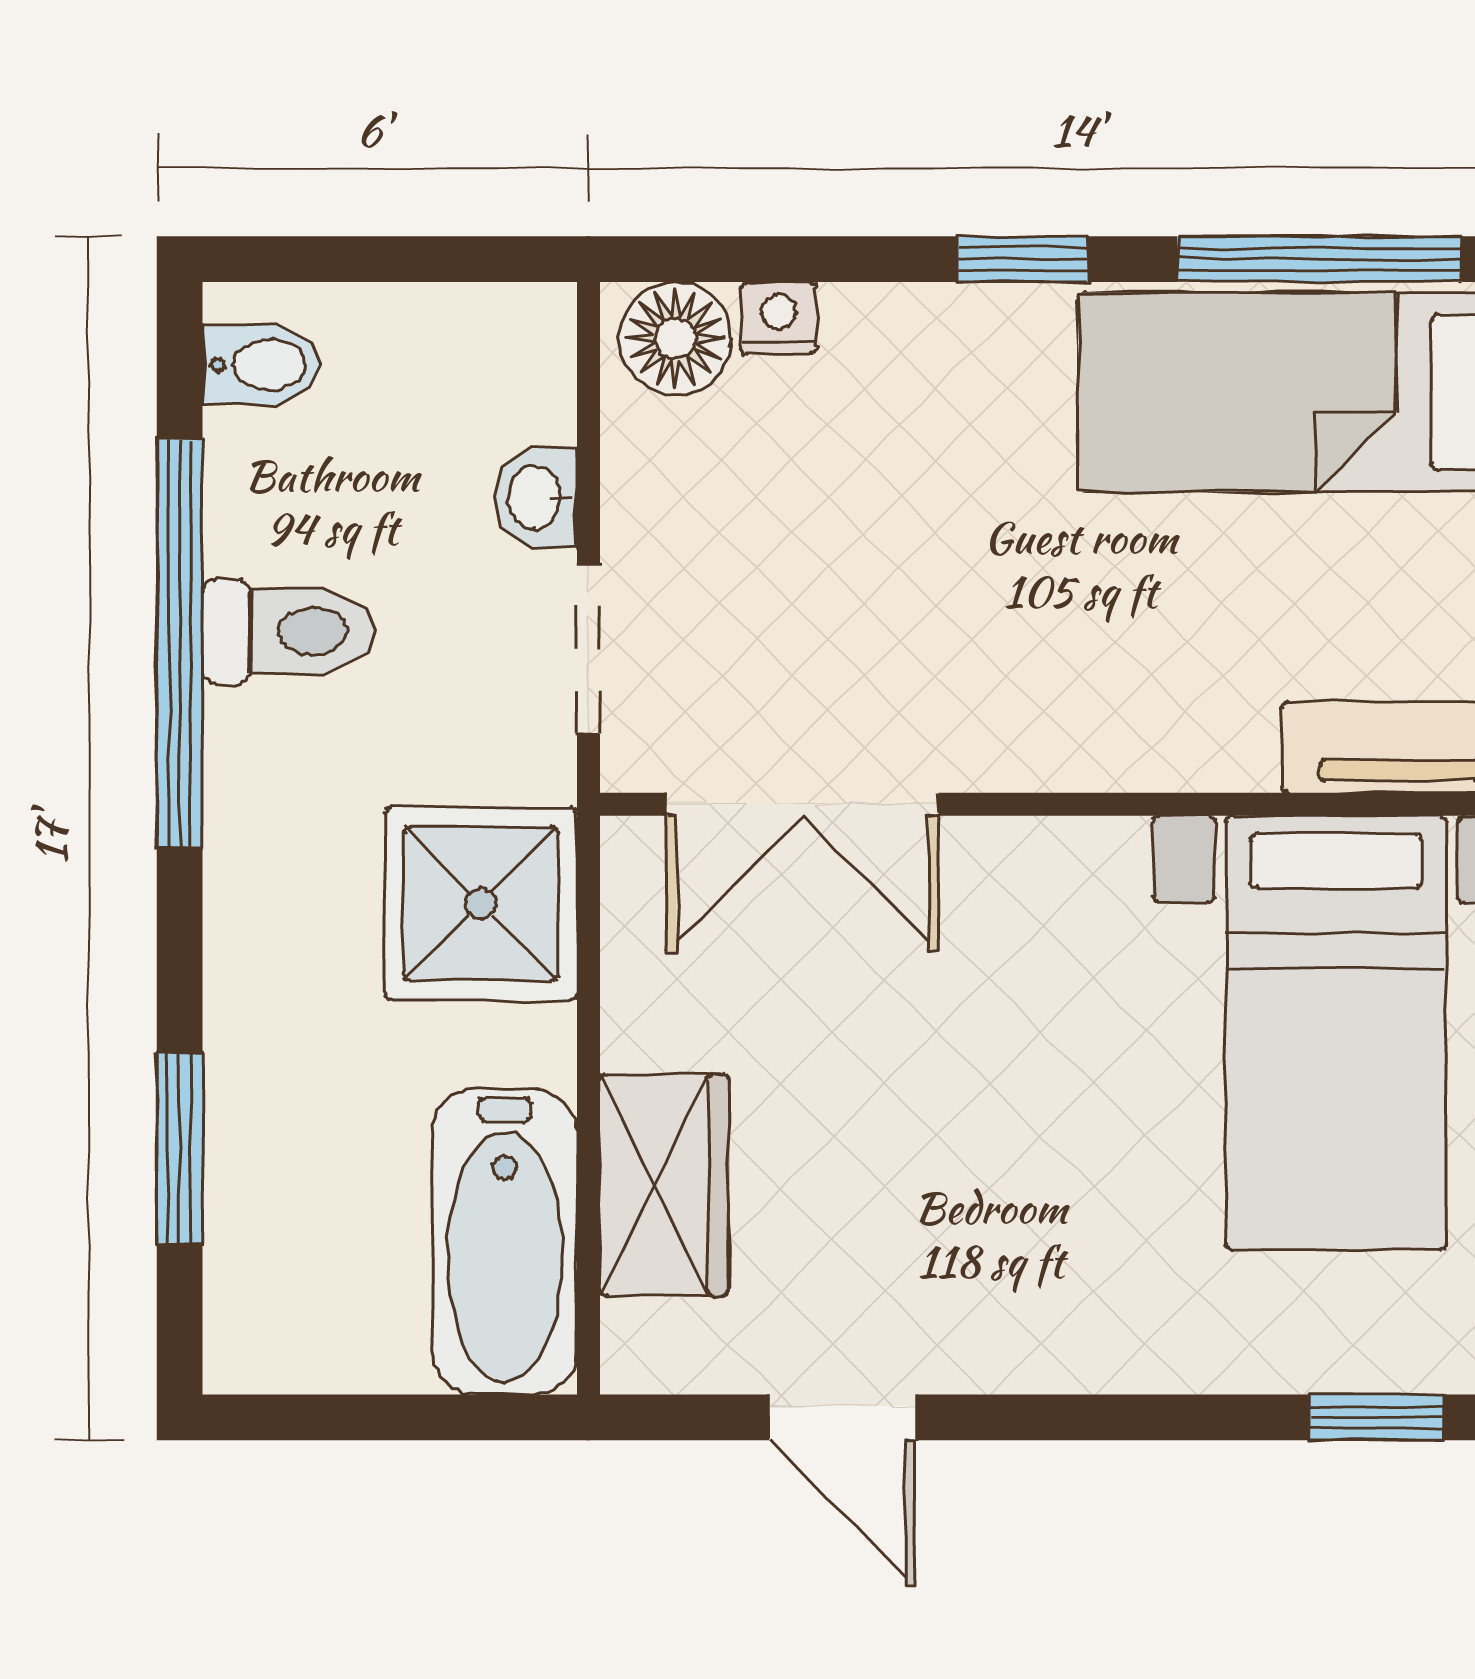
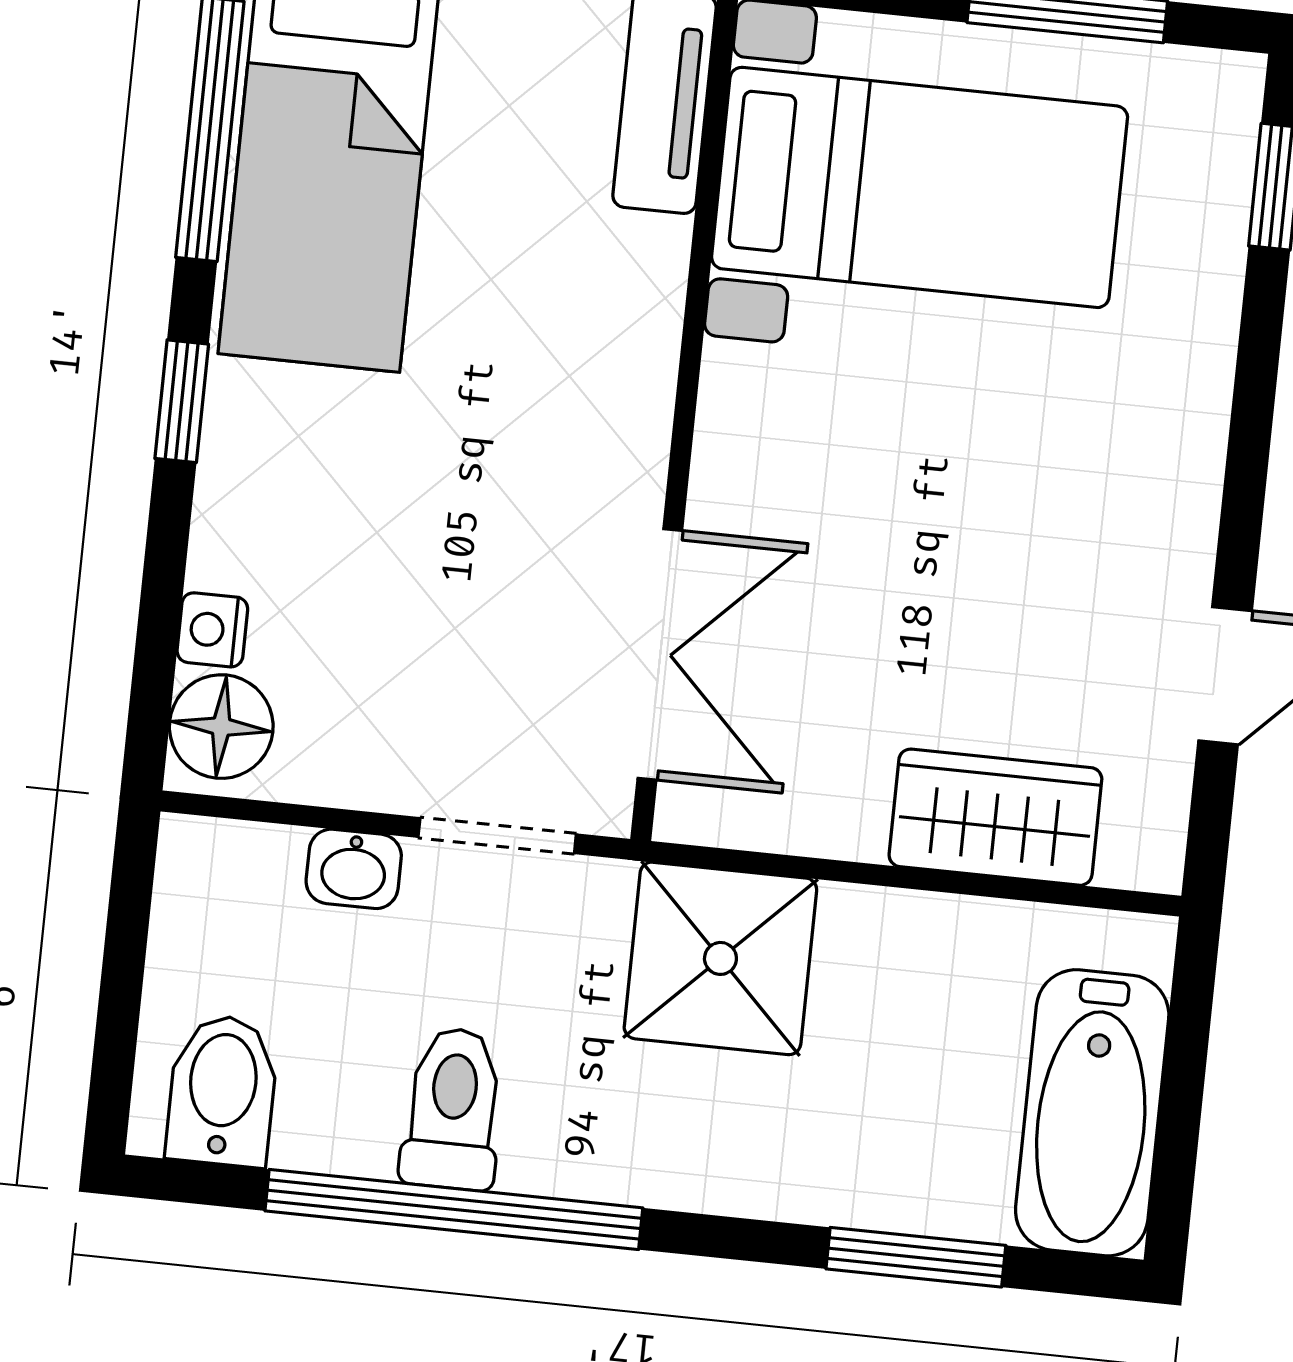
bidet: (261, 365) -> (222, 1090), width x1.38, depth x1.36
bathtub: (505, 1242) -> (1092, 1113), moved, turned 90

